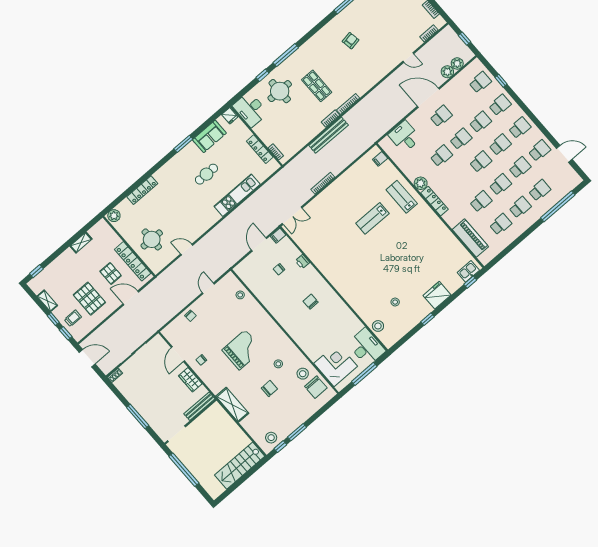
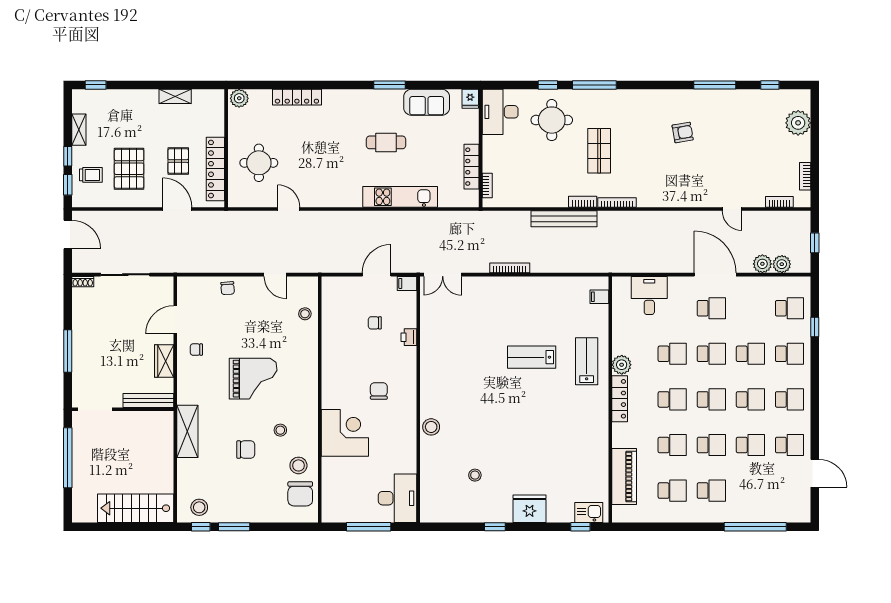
school desk: (540, 190) -> (672, 399), moved
door: (208, 288) -> (275, 275), swing flipped
stool: (378, 326) -> (431, 427), moved
corner desk: (336, 365) -> (345, 433), moved

